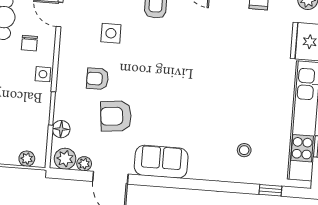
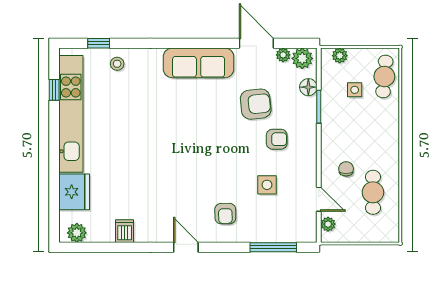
side table: (43, 74) -> (355, 90), moved
stool: (244, 150) -> (117, 64), moved
sofa: (161, 162) -> (199, 63), width x1.36

